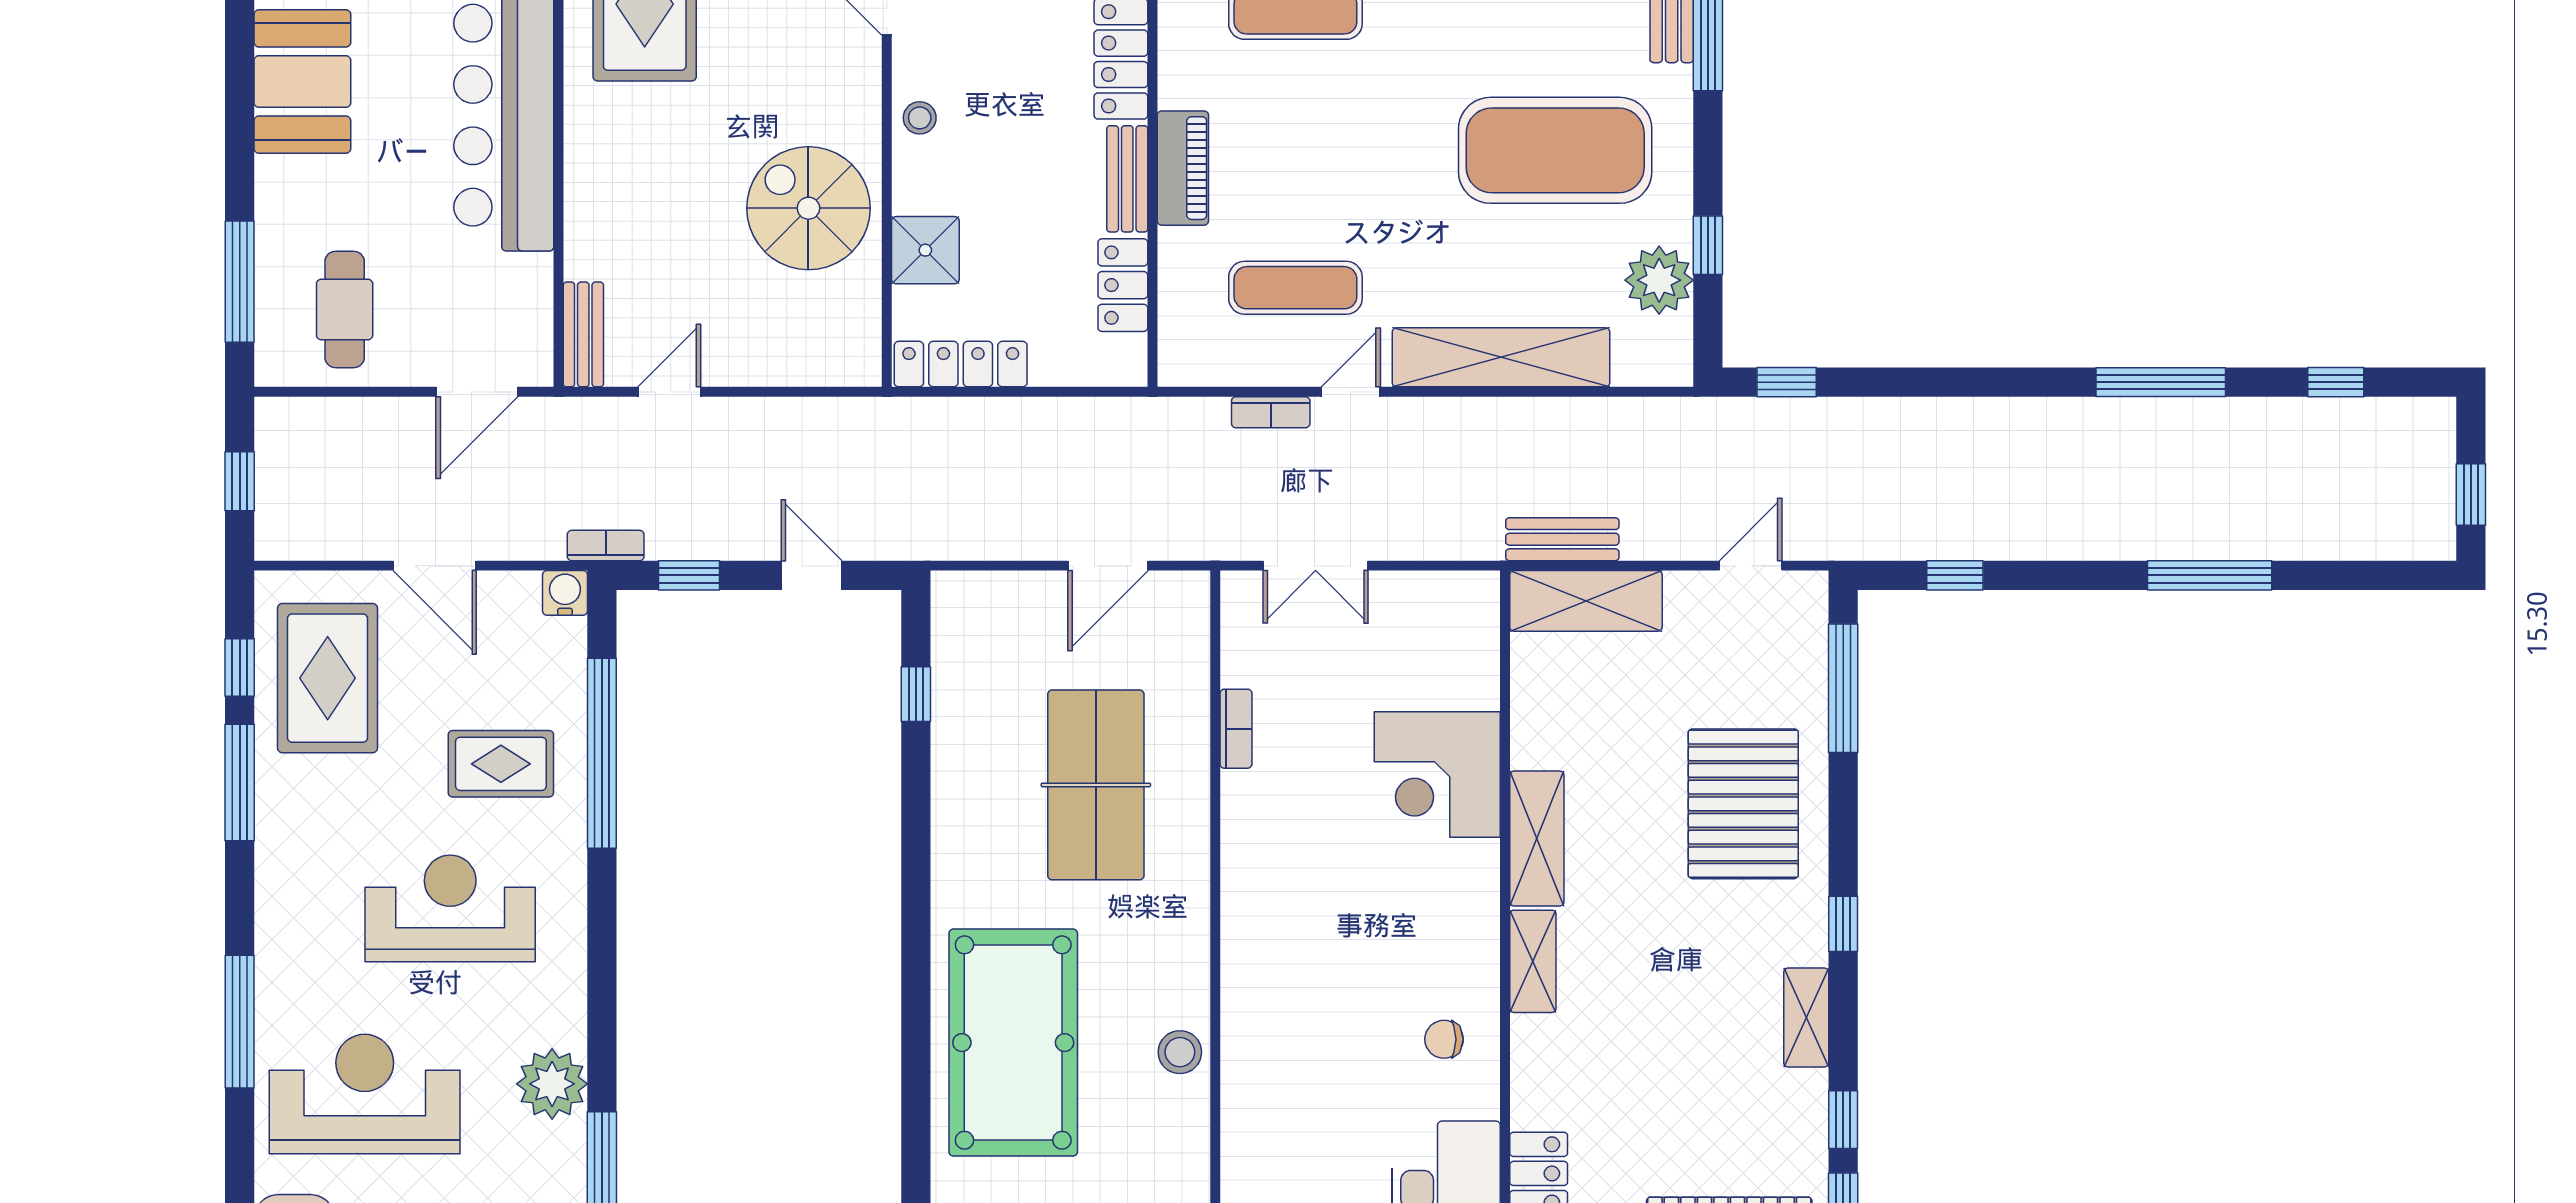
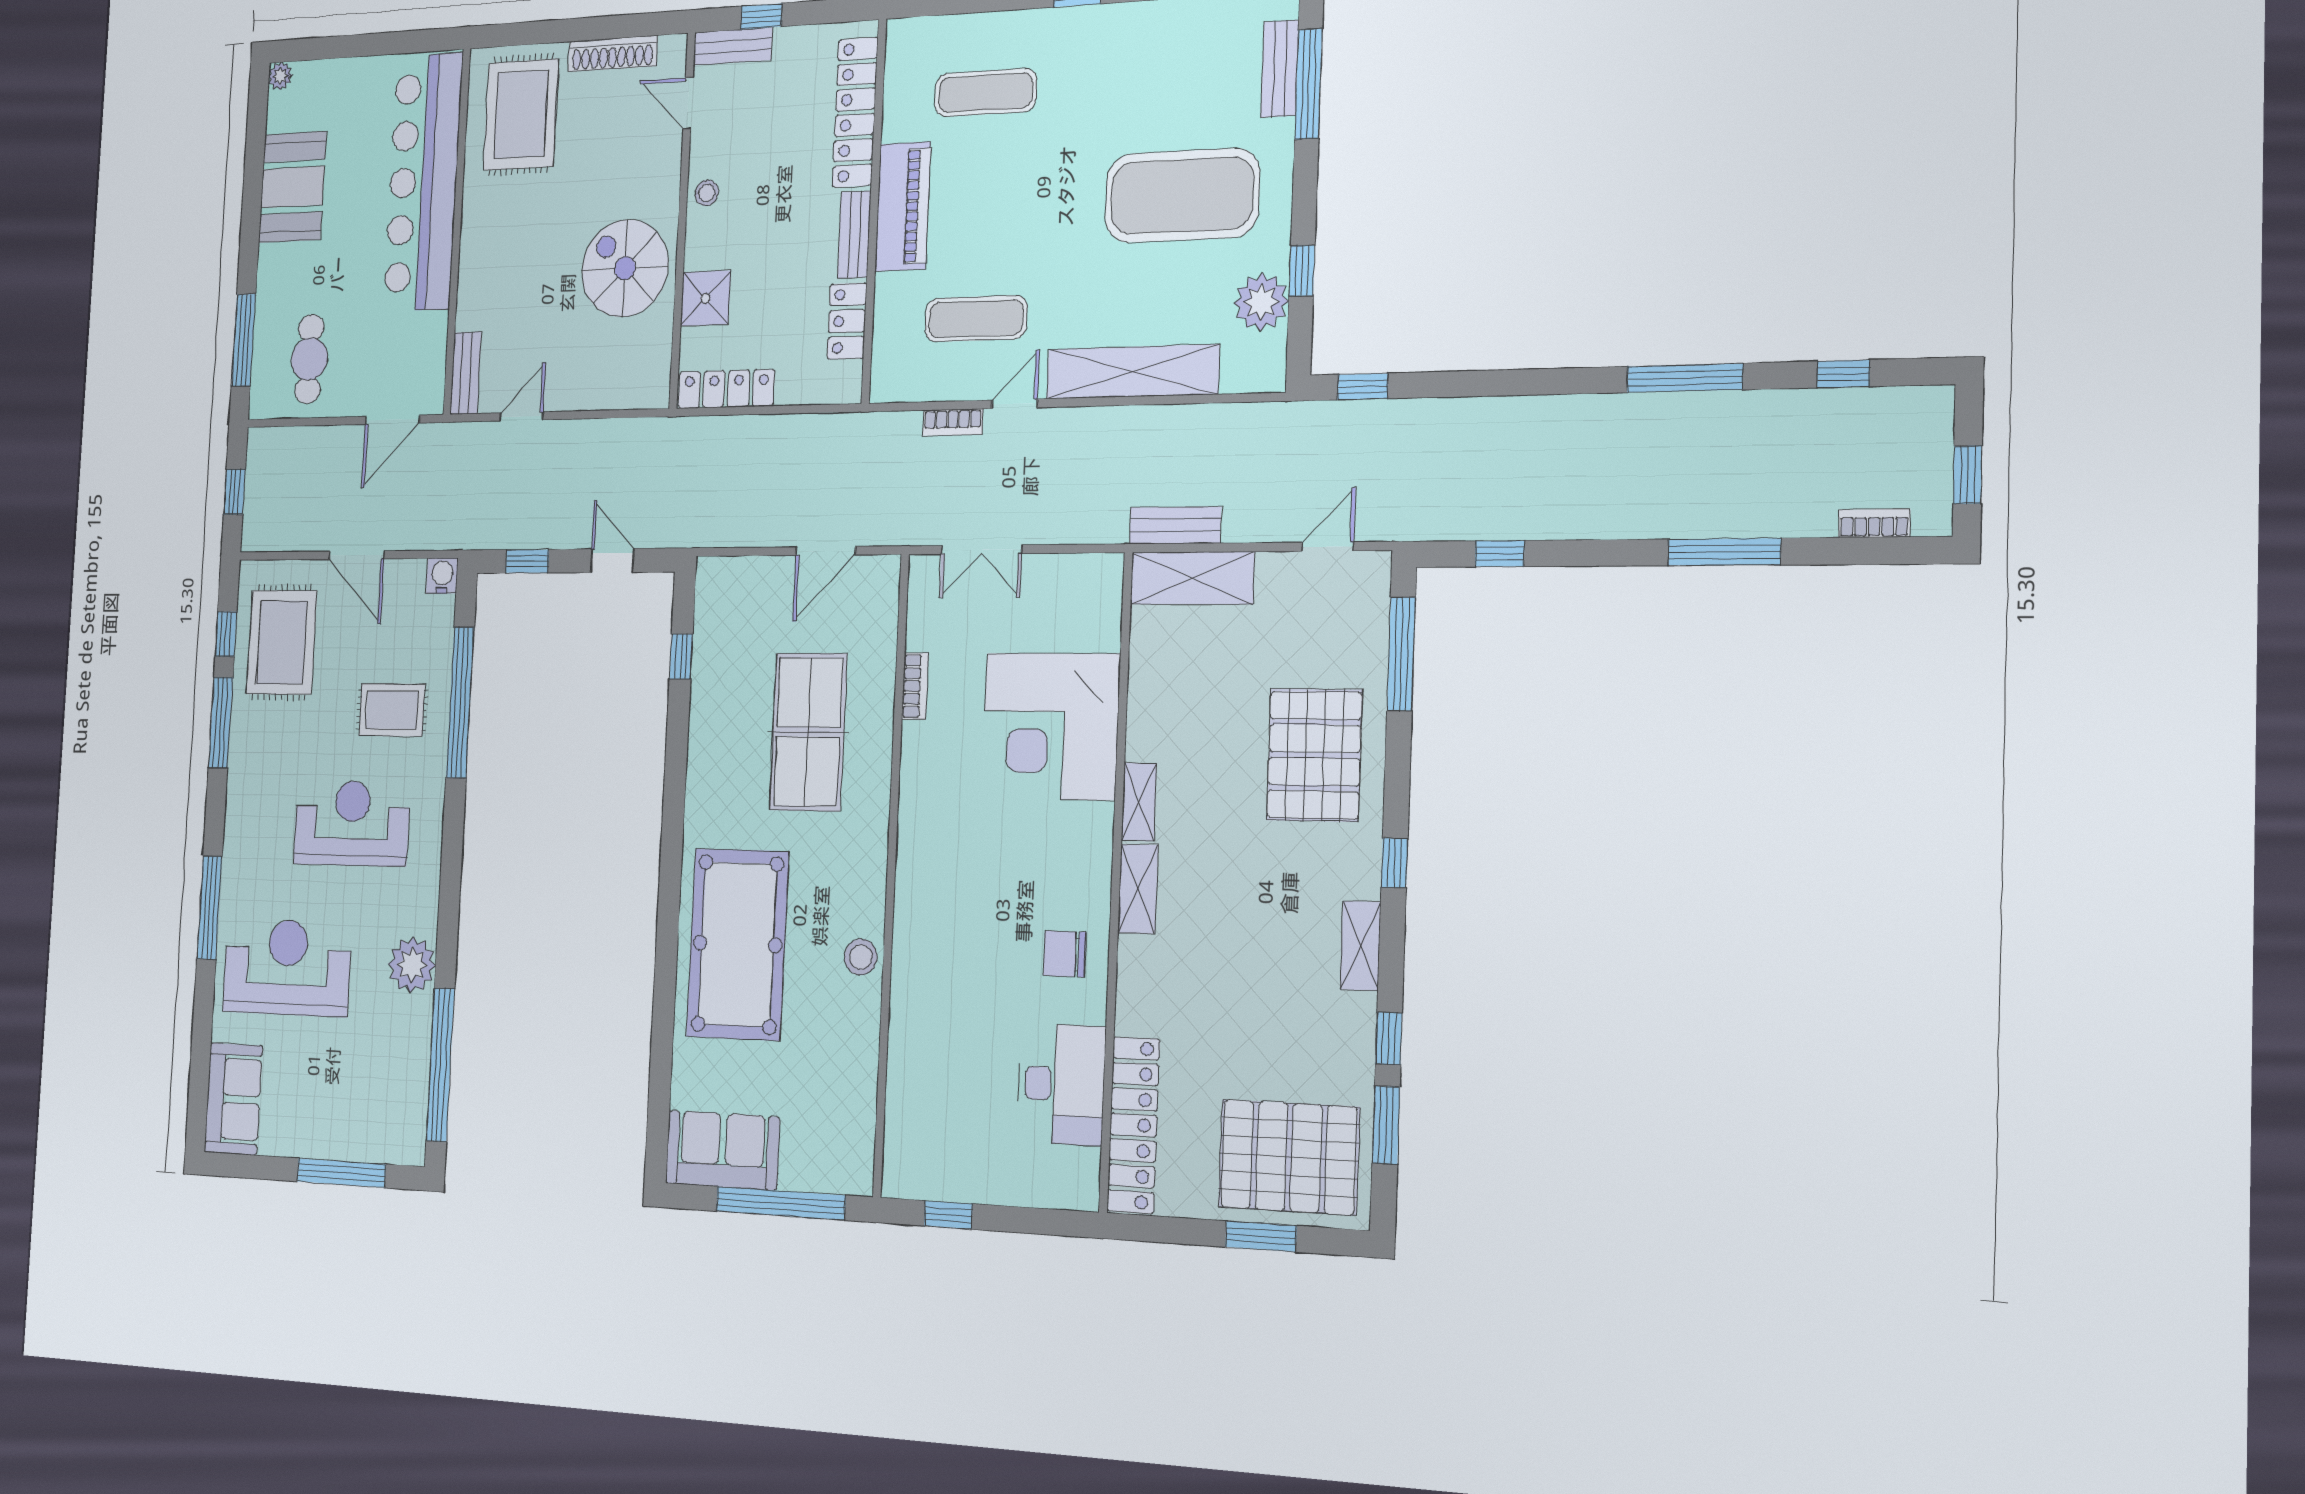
piano: (1183, 168) -> (903, 207), width x1.37, depth x1.33
bookcase: (606, 546) -> (1874, 523), moved
corner desk: (1437, 774) -> (1051, 726), width x1.36, depth x1.36
shelving: (1537, 839) -> (1139, 802), width x0.67, depth x0.75
chair: (1444, 1039) -> (1065, 954), width x1.37, depth x1.37

